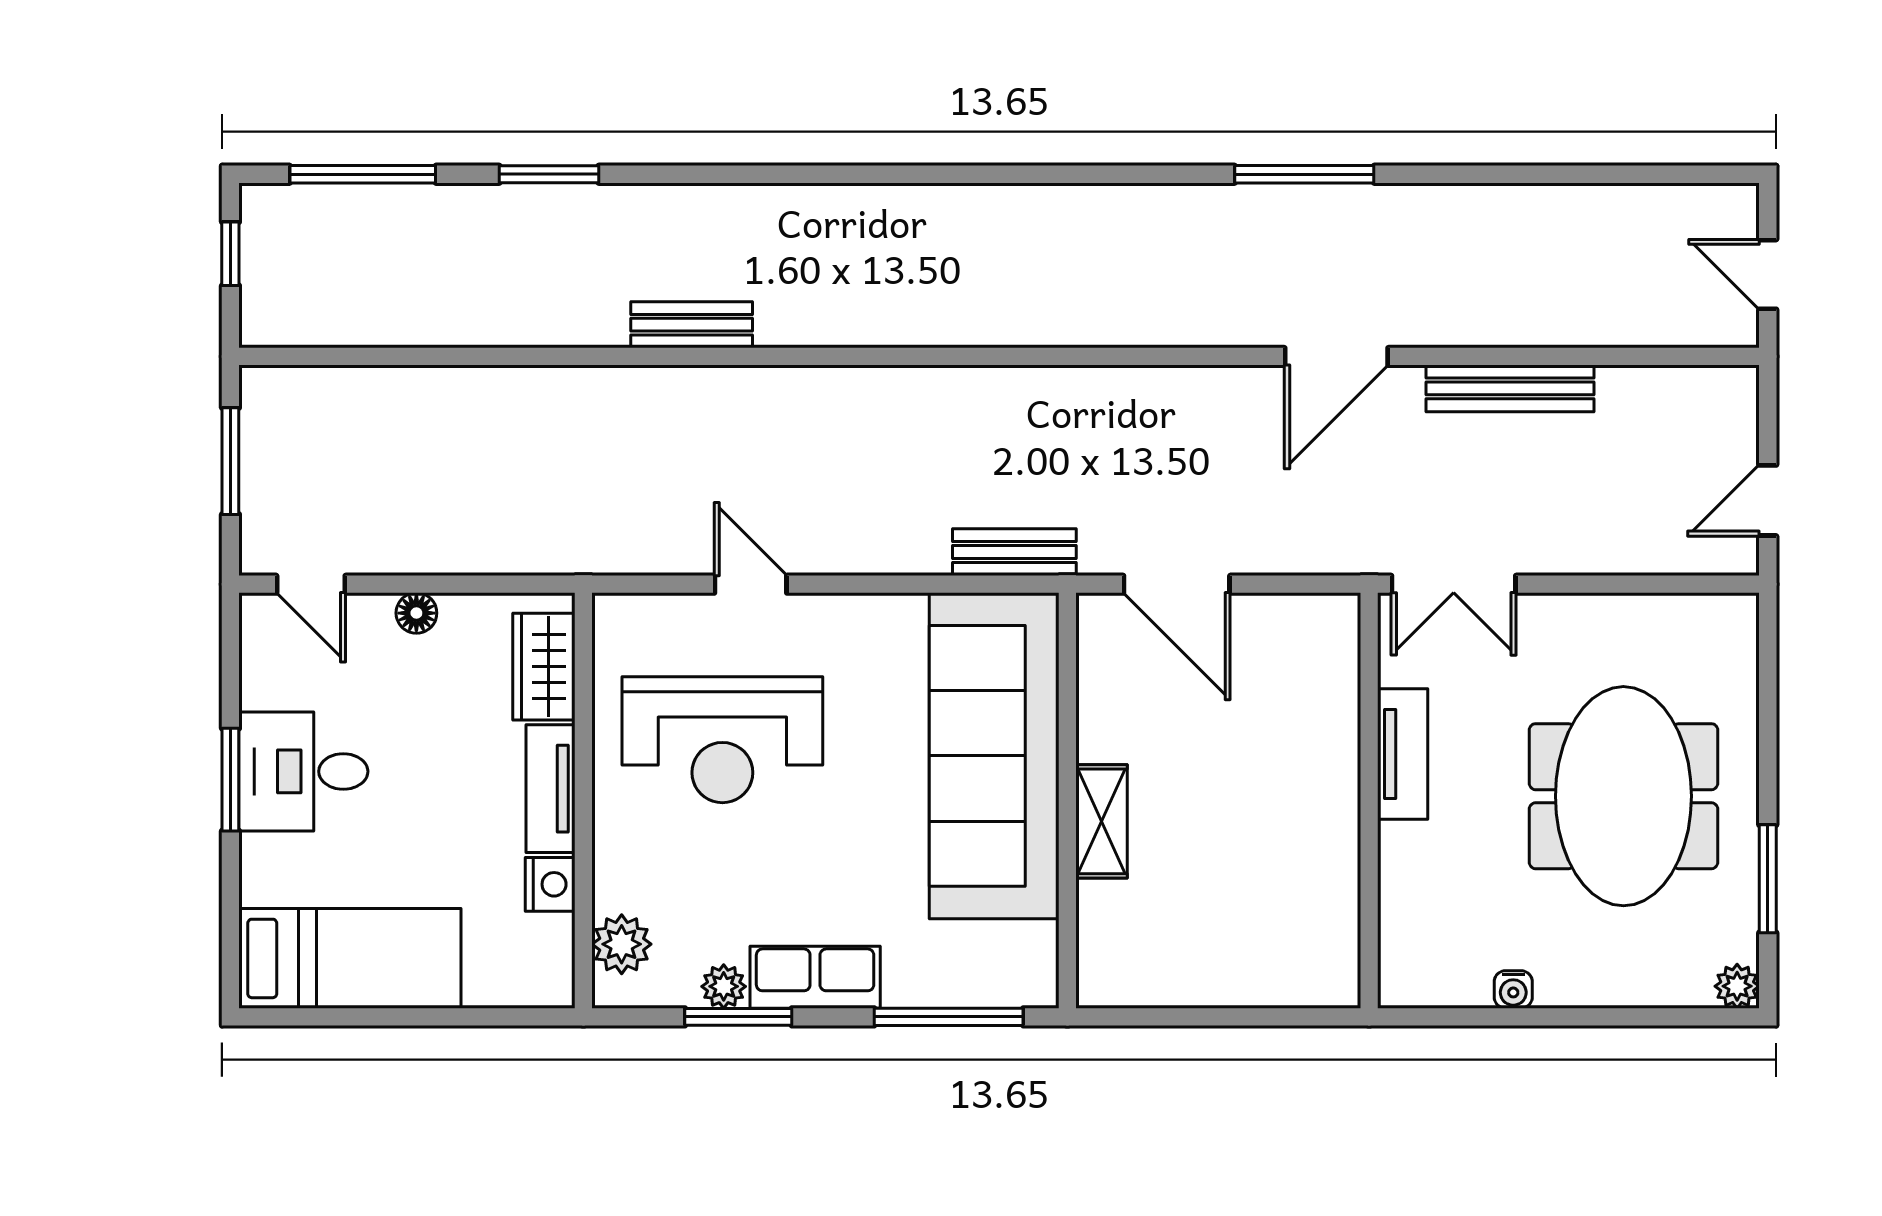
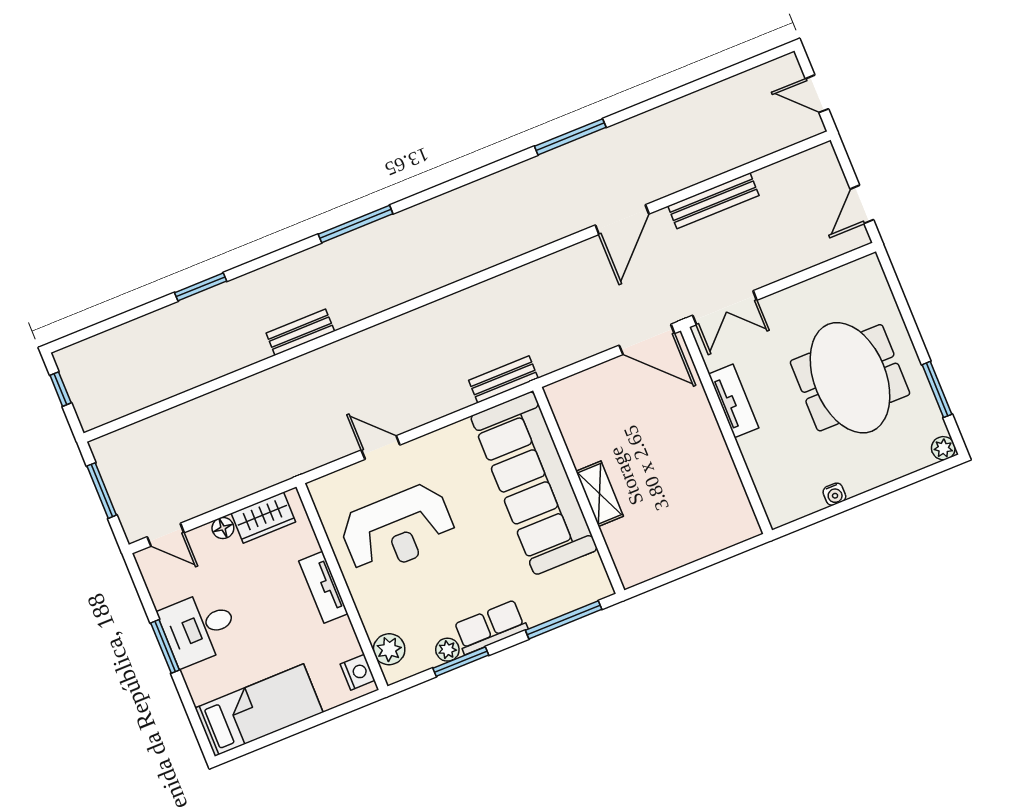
window: (363, 174) -> (356, 224), moved
door: (1177, 584) -> (647, 339), moved
wardrobe: (544, 667) -> (263, 518), moved, turned -90
nightstand: (550, 884) -> (358, 672), moved

